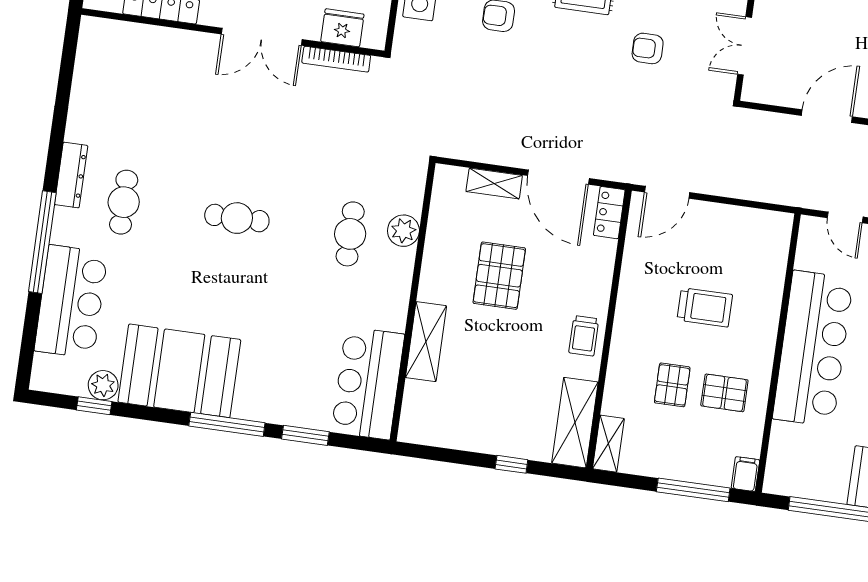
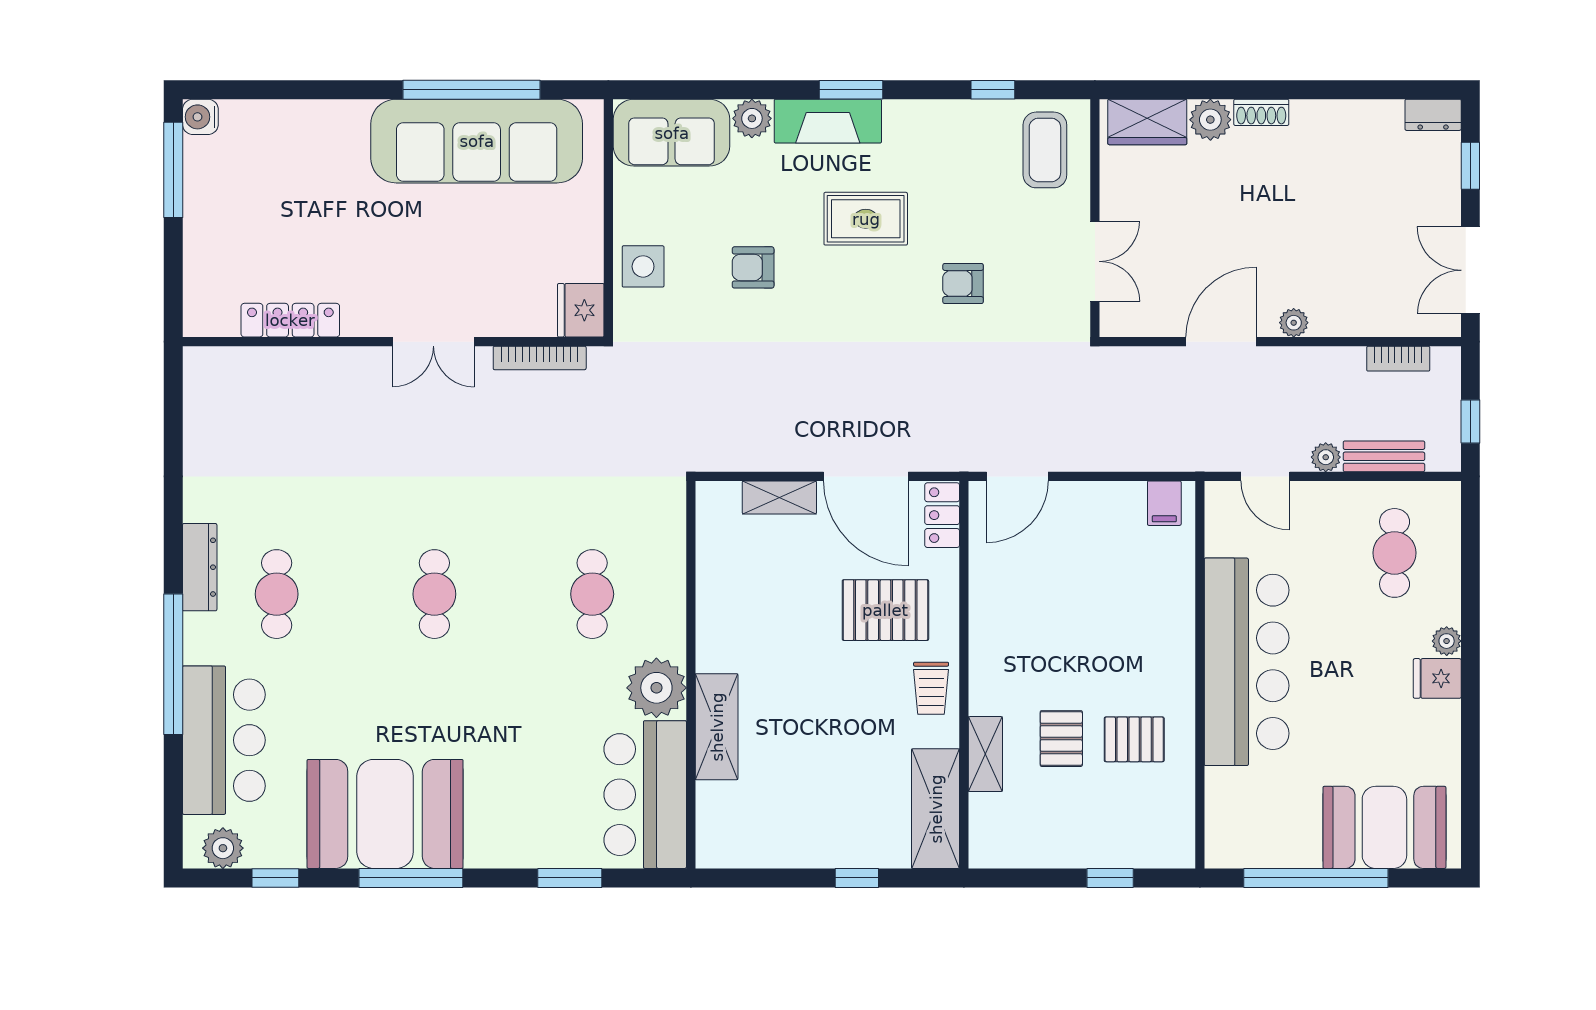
fridge: (342, 28) -> (581, 310), moved, turned -90
double door: (262, 37) -> (433, 342), width x0.73
double door: (745, 46) -> (1095, 261), swing flipped
cafe table: (237, 218) -> (434, 594), turned 90
plant: (403, 231) -> (656, 688), moved, width x1.36, depth x1.36
pallet: (499, 276) -> (885, 610), moved, turned 90
trolley: (705, 307) -> (1091, 626), removed
plant: (103, 385) -> (223, 848), moved
window: (227, 424) -> (411, 878), moved
shelving: (608, 444) -> (985, 754), moved
filing cabinet: (745, 474) -> (1164, 503), moved, turned 180
window: (693, 490) -> (1110, 878), width x0.46

